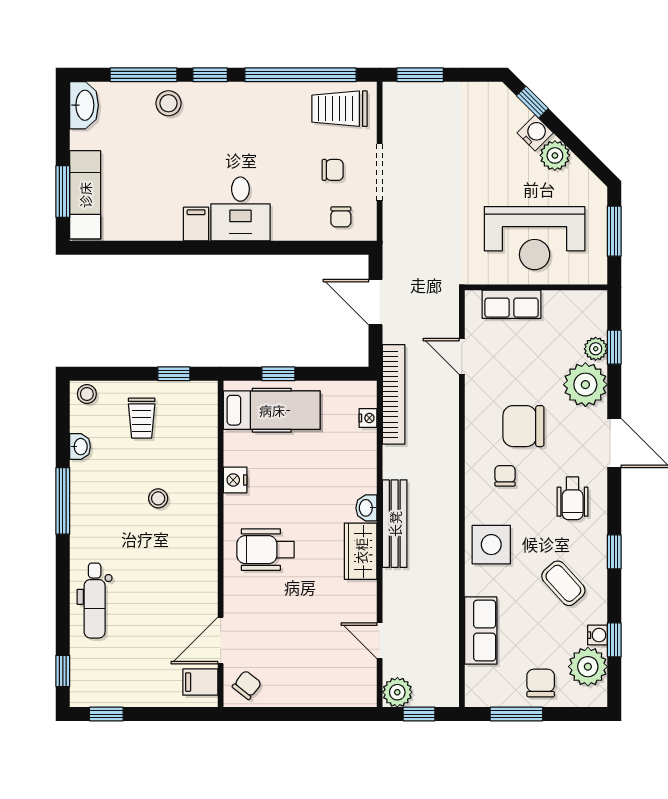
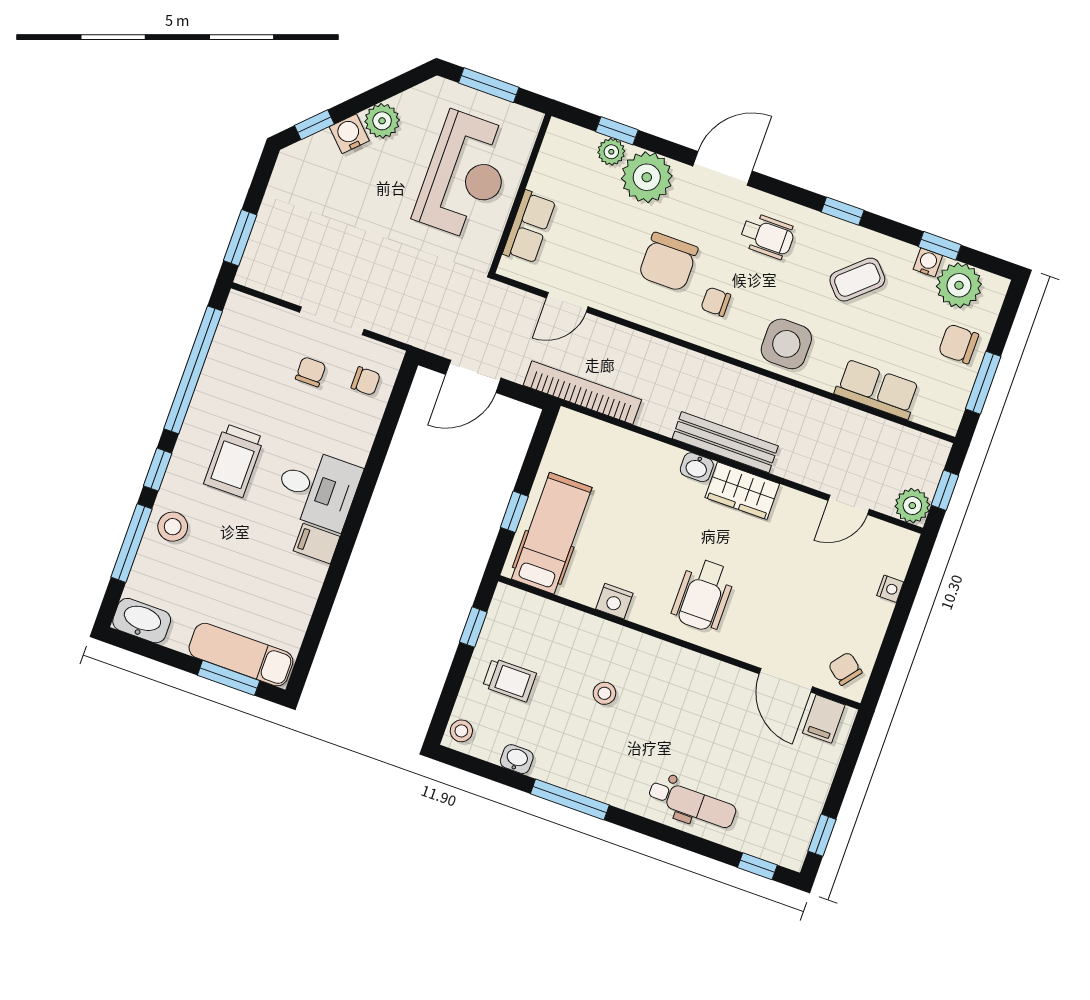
trolley: (339, 109) -> (234, 461), moved
nightstand: (368, 418) -> (890, 589), moved, turned 90

